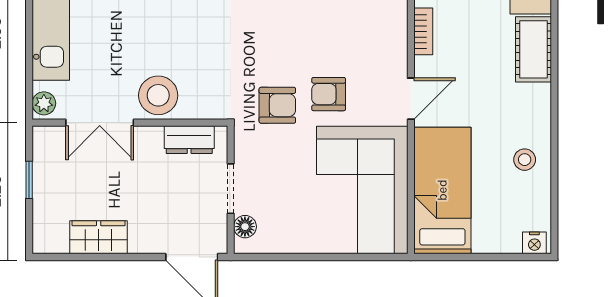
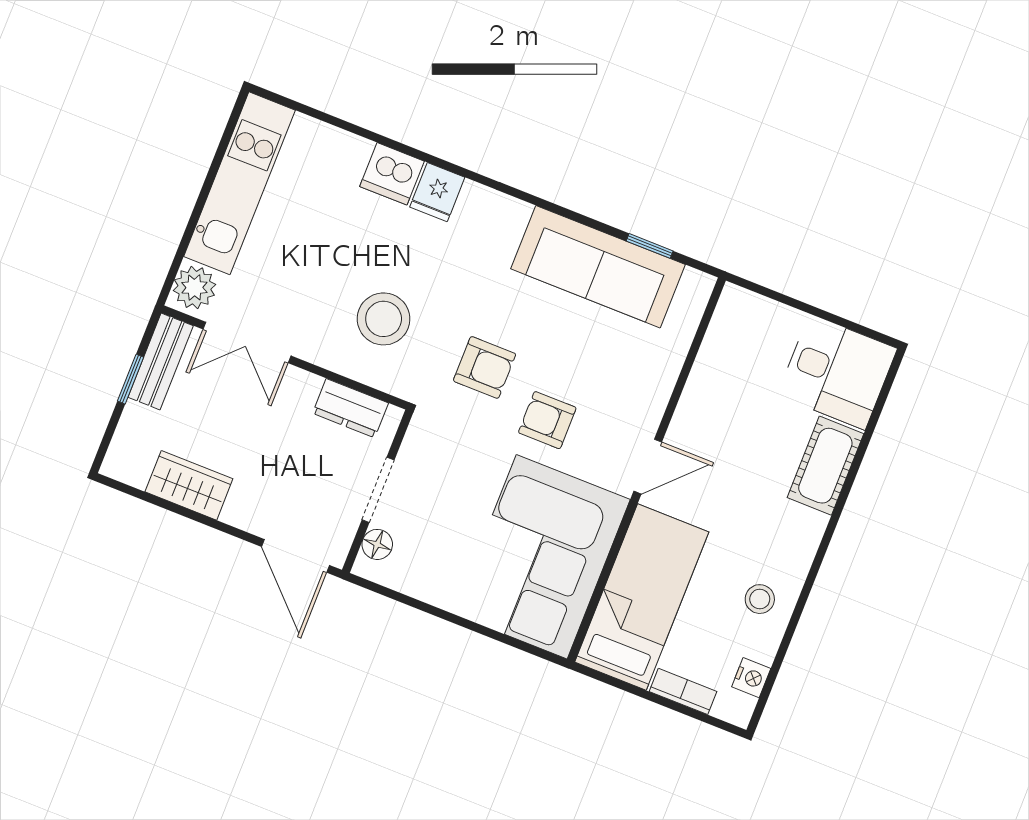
bookcase: (423, 31) -> (683, 691), moved, turned -90
stool: (158, 95) -> (384, 319), moved
plant: (44, 103) -> (194, 288), width x1.38, depth x1.38
armchair: (277, 105) -> (485, 367), moved
bench: (45, 159) -> (161, 362), added
nightstand: (534, 243) -> (751, 678), moved, turned -90

